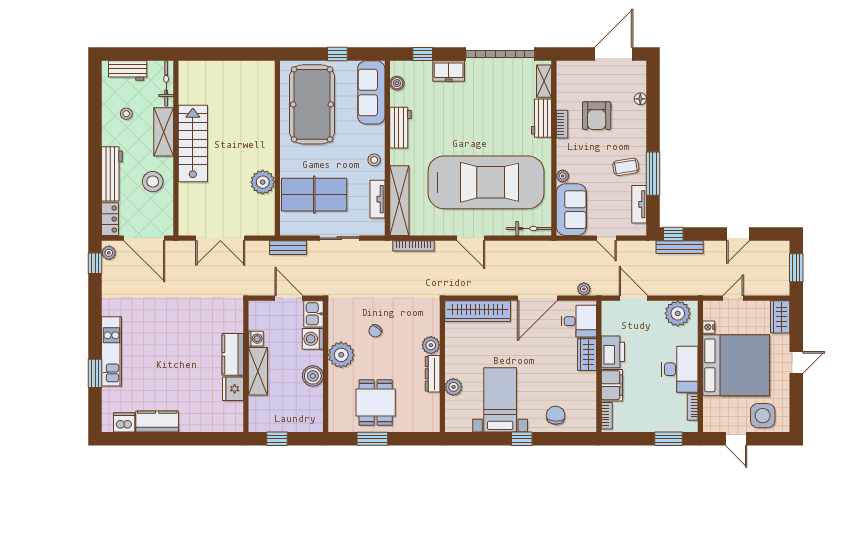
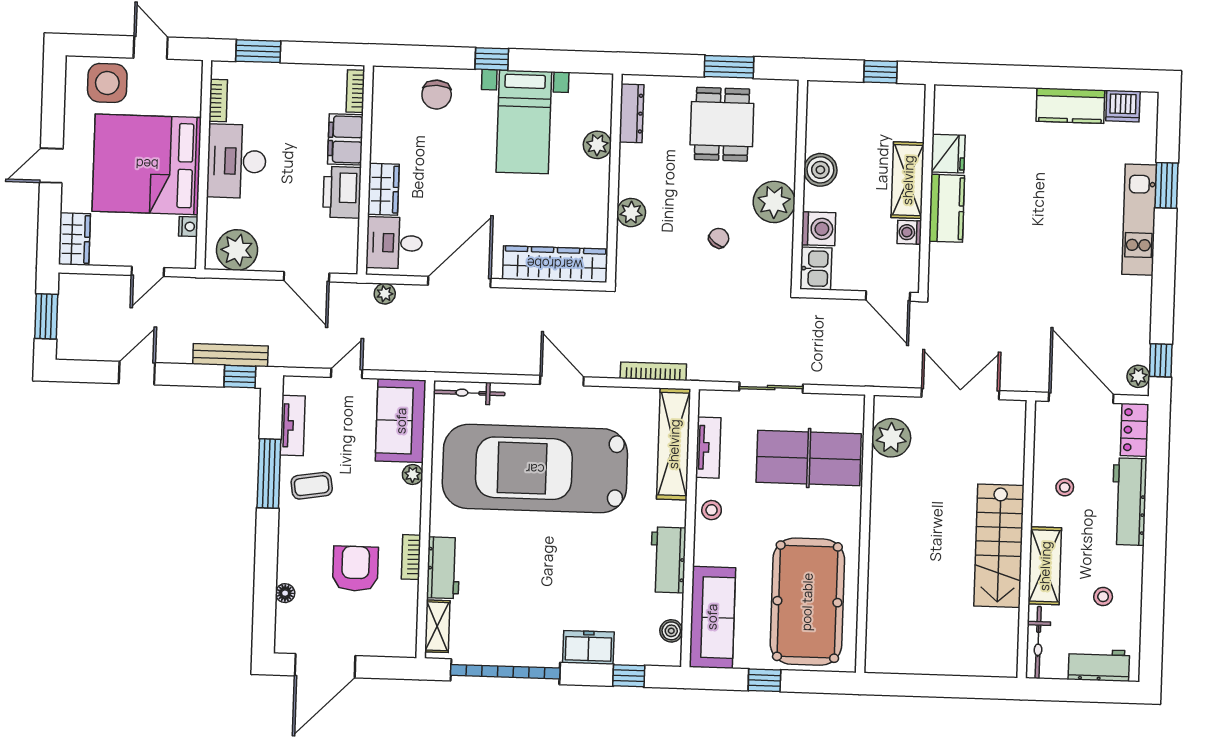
stool: (153, 182) -> (1065, 487), width x0.53, depth x0.53
plant: (263, 182) -> (891, 438), moved
door: (606, 238) -> (347, 373), hinge flipped
bench: (288, 248) -> (853, 375), removed
door: (289, 298) -> (888, 296), moved
dresser: (433, 374) -> (632, 113), moved

